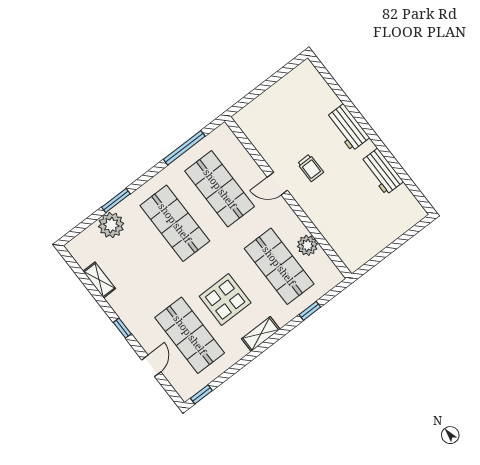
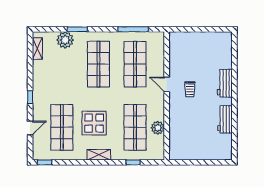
shelving: (99, 280) -> (37, 49), moved

